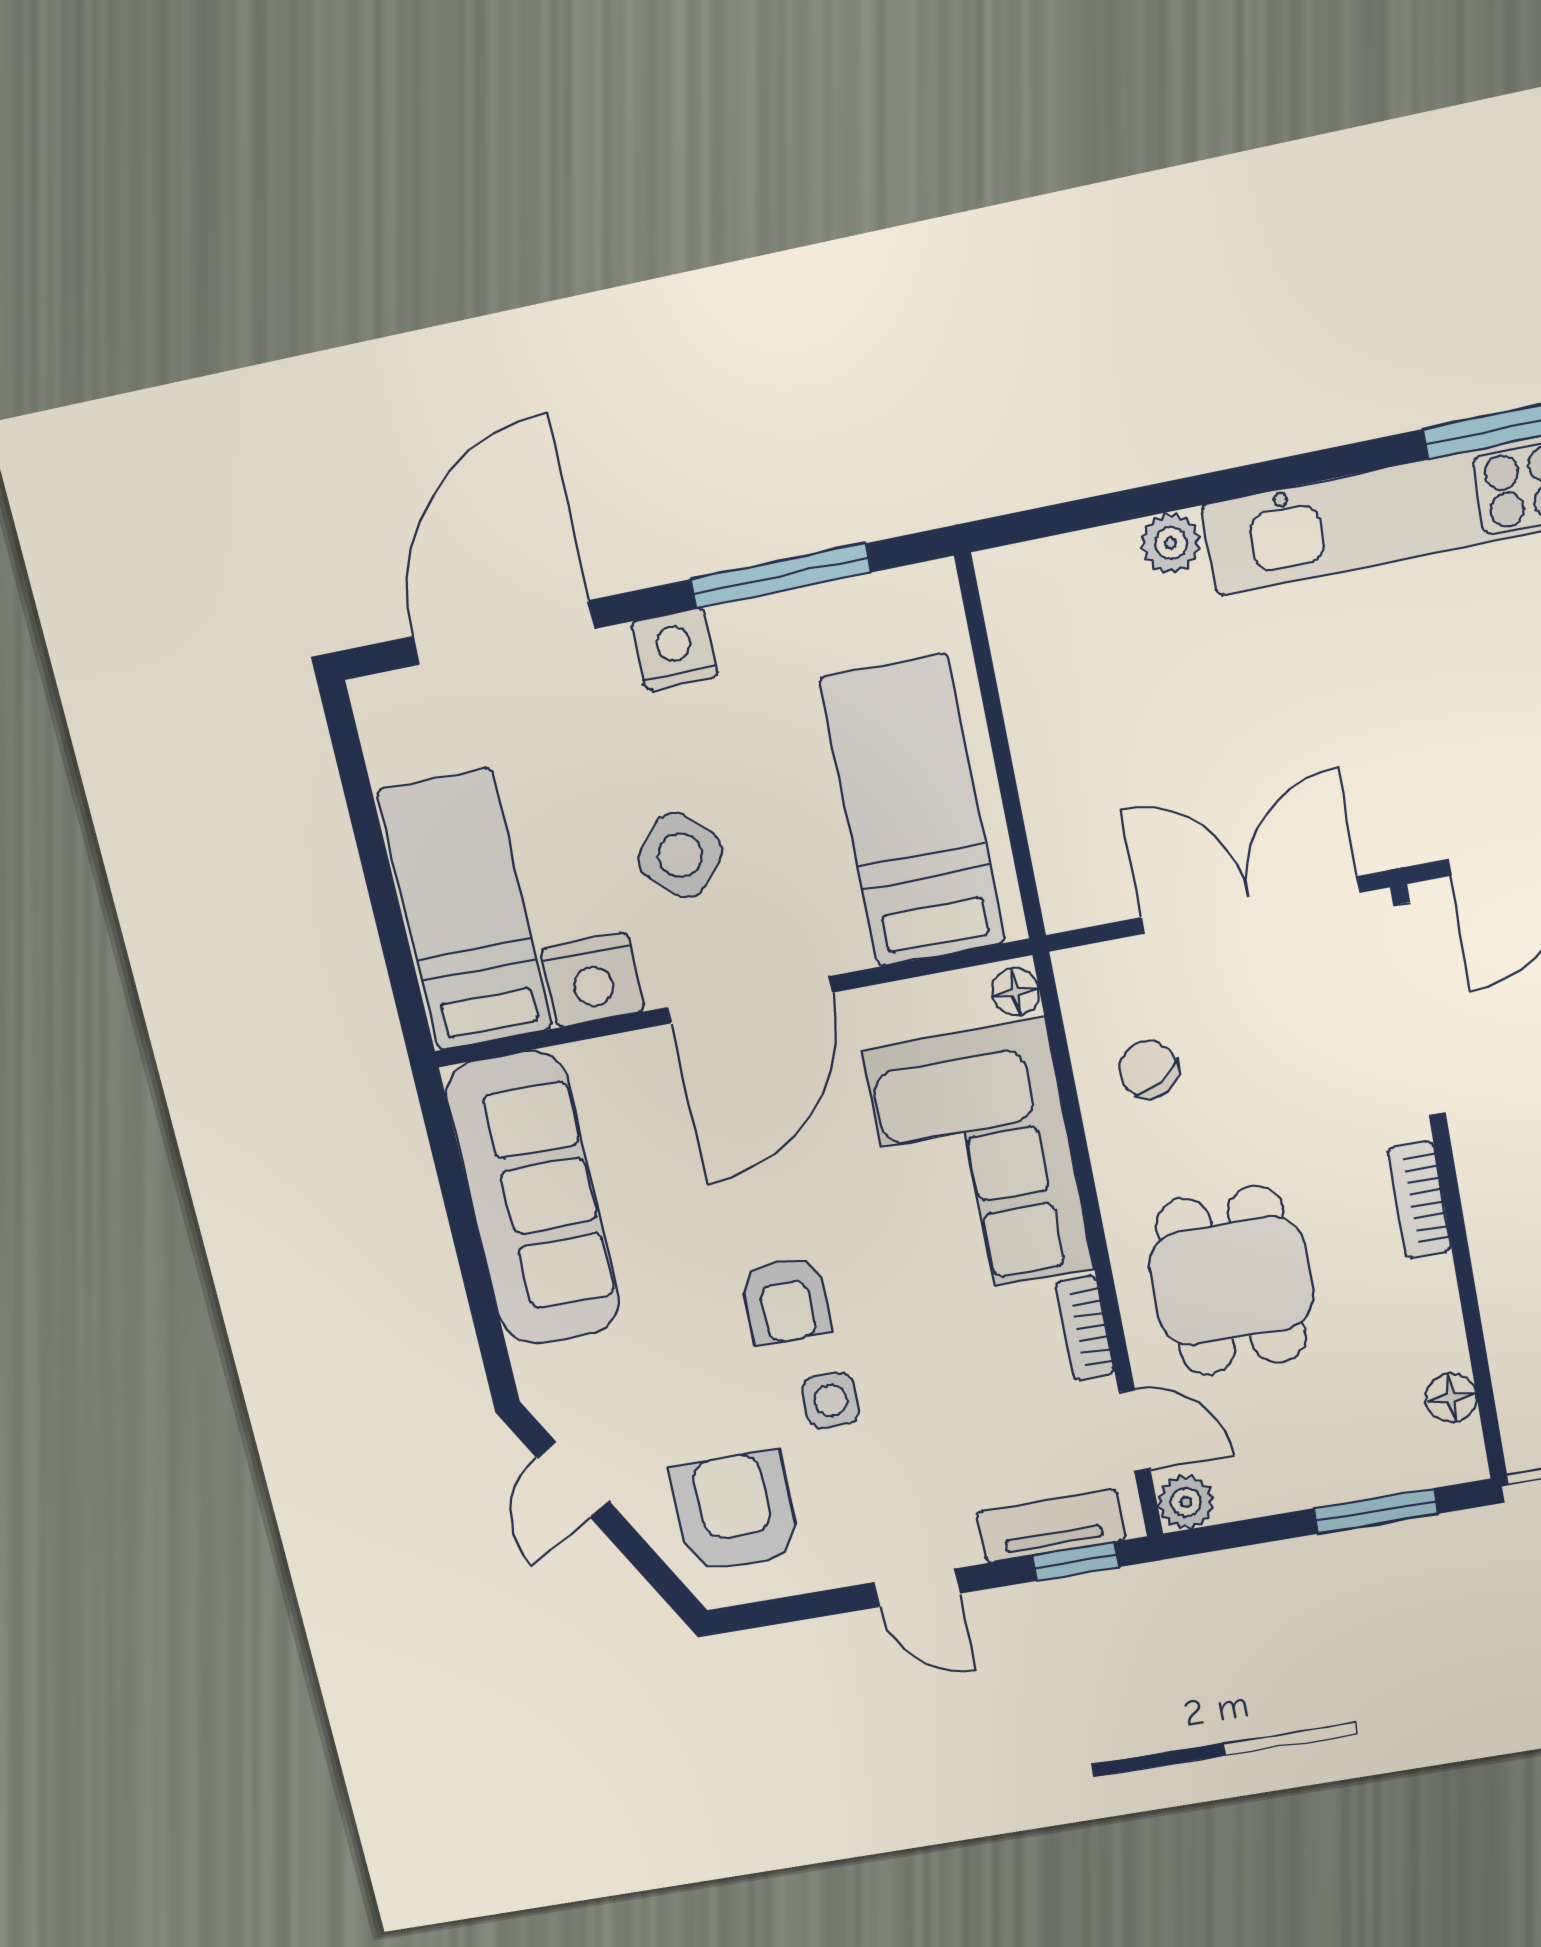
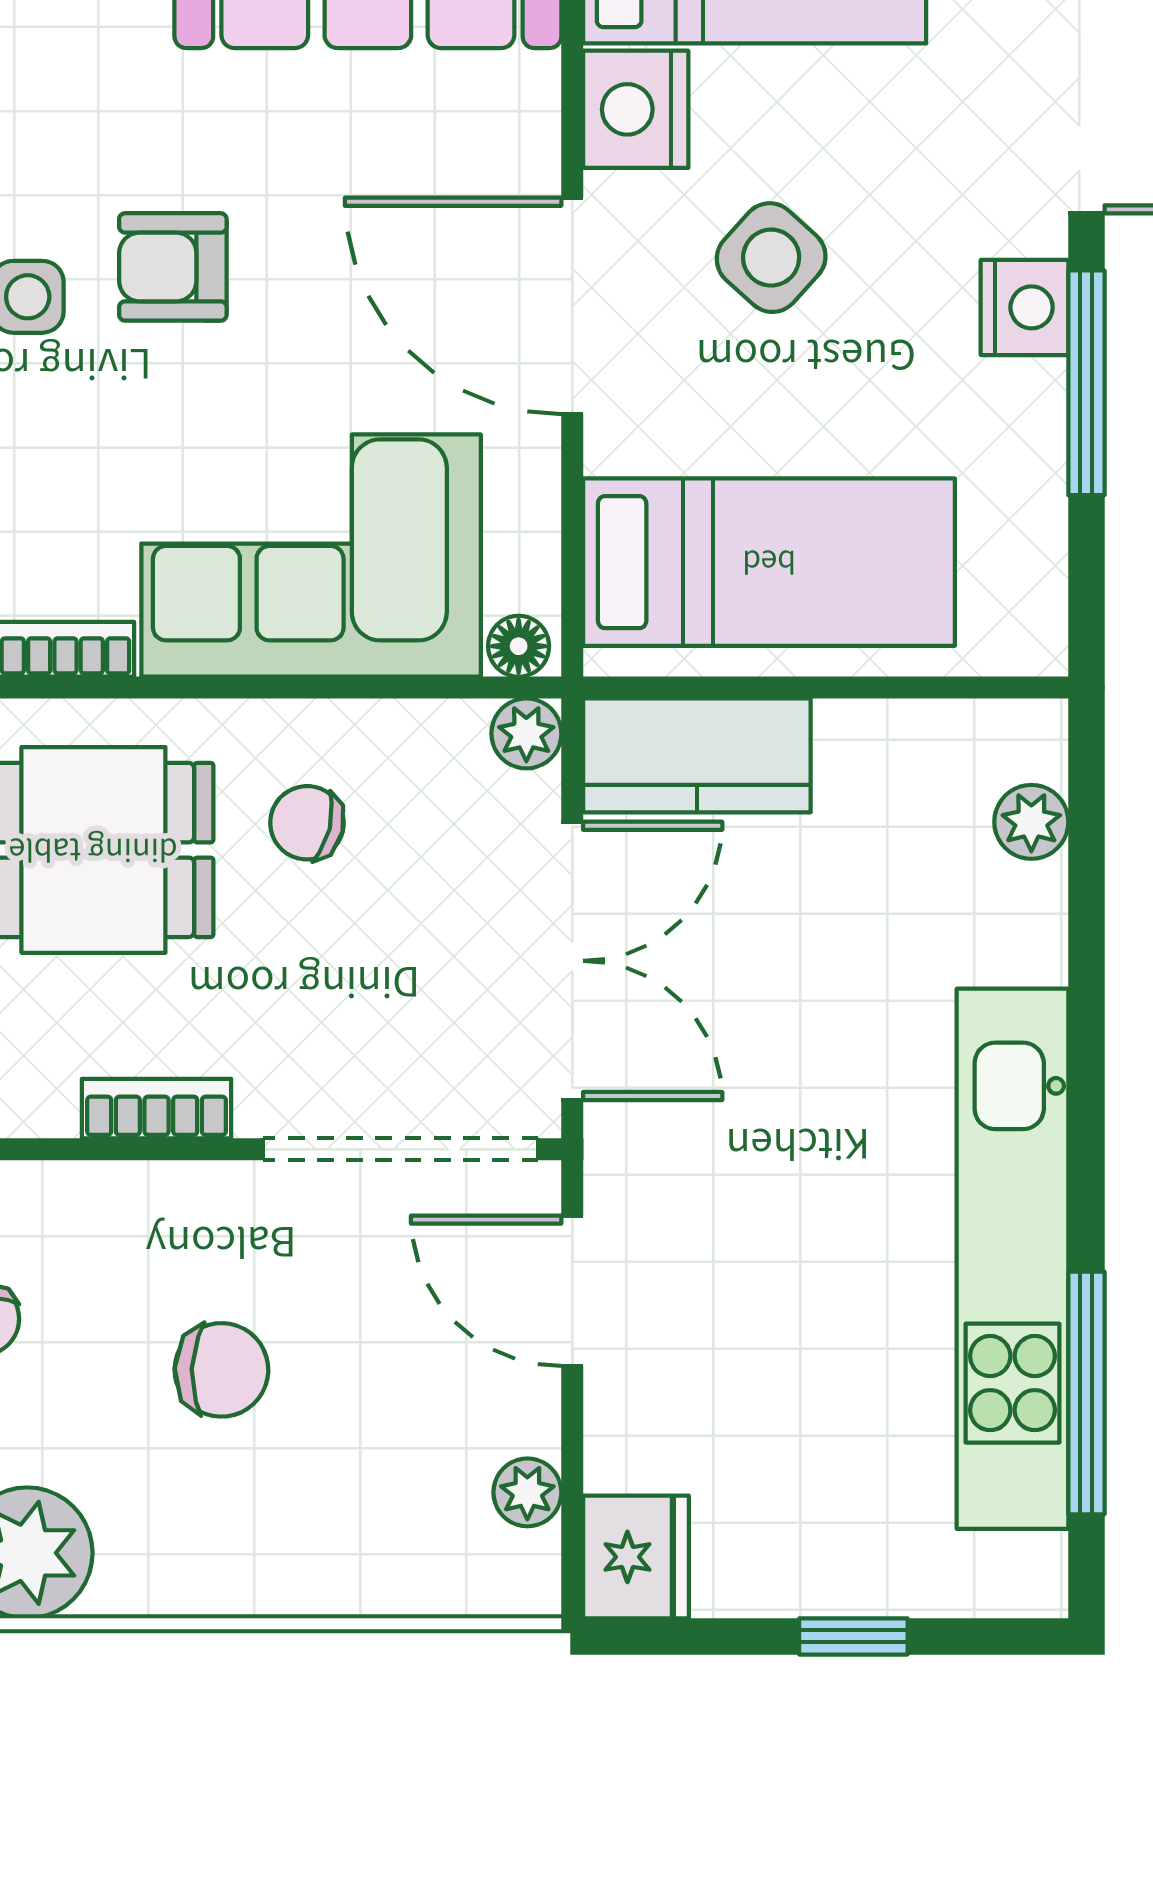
plant: (1171, 543) -> (1031, 822), moved
window: (781, 576) -> (1086, 383), moved
kitchen counter: (1073, 839) -> (697, 755), added
plant: (1081, 973) -> (526, 733), added
chair: (1148, 1069) -> (307, 823), moved, turned -134

